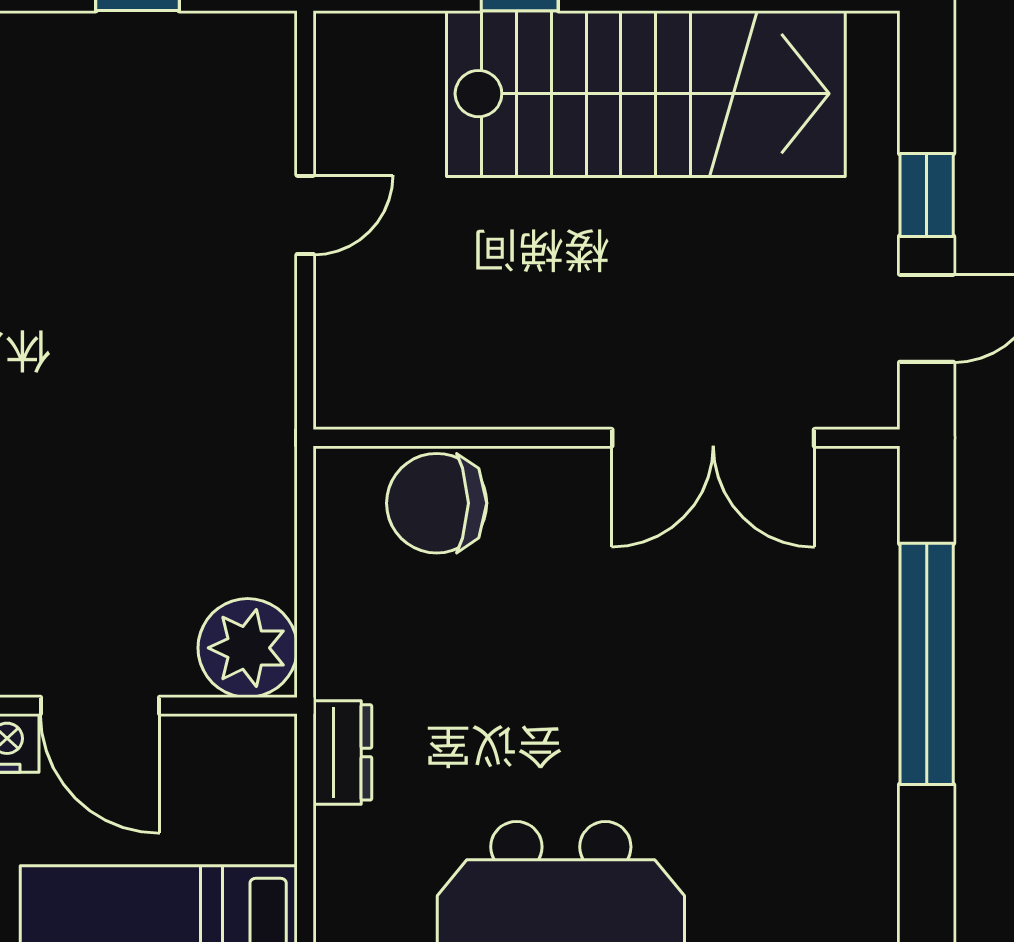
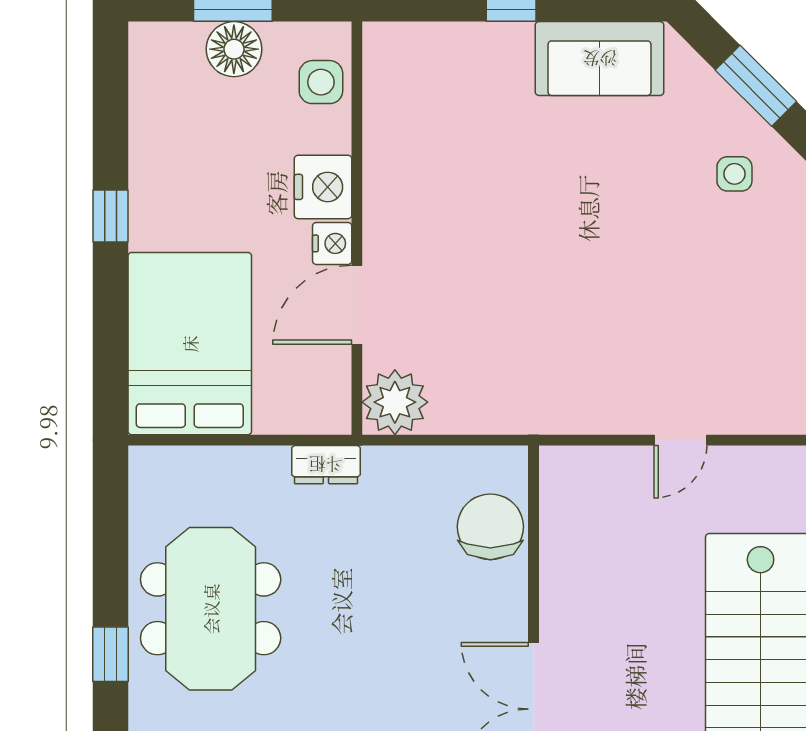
door: (305, 215) -> (680, 440), hinge flipped

